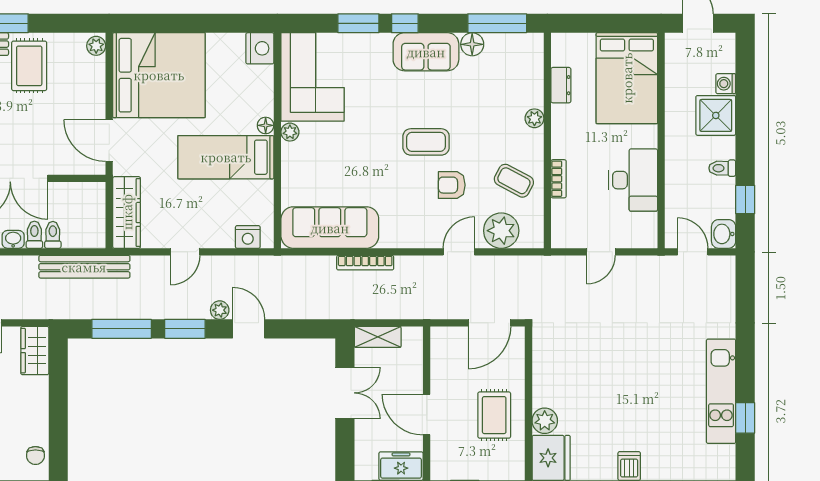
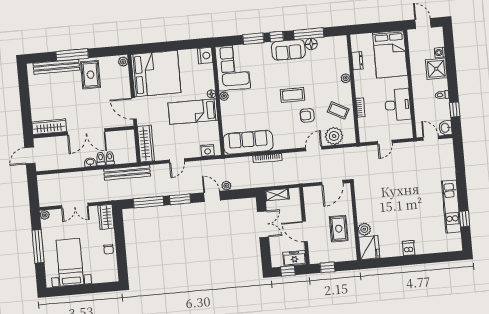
window: (497, 23) -> (309, 34), moved
plant: (220, 310) -> (226, 186), moved
chair: (35, 455) -> (109, 249), moved

